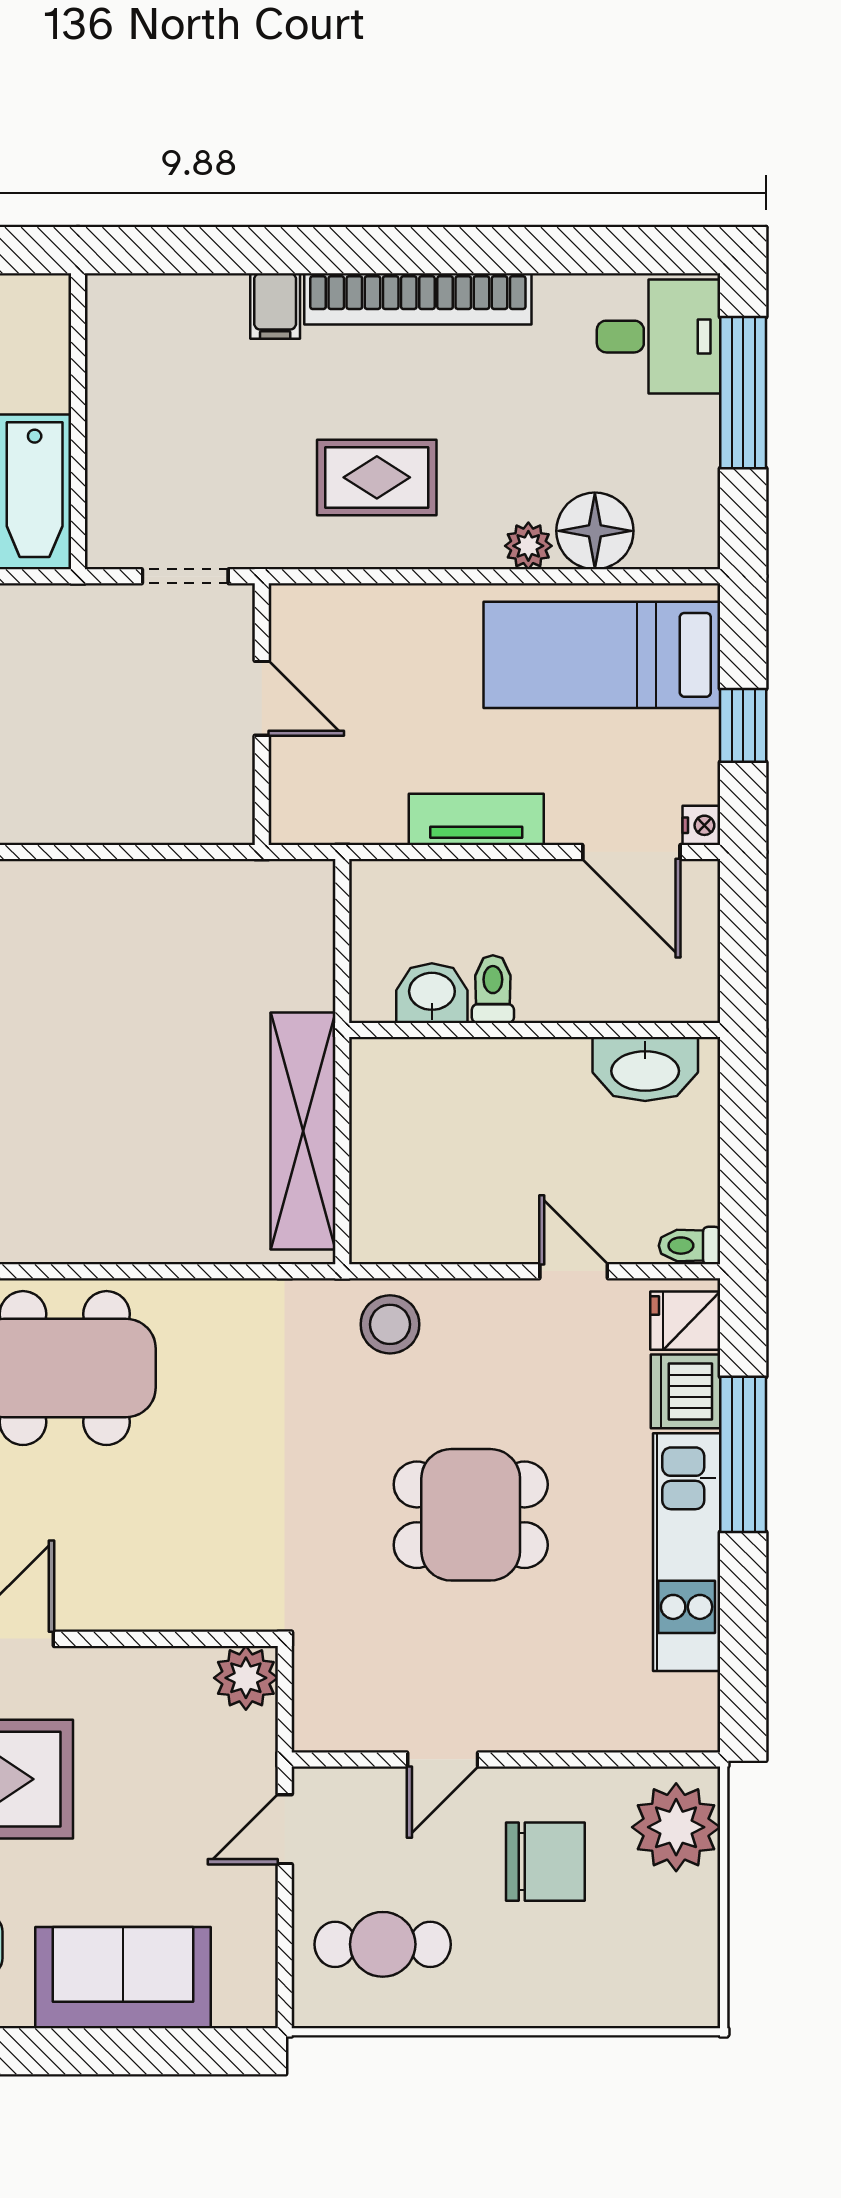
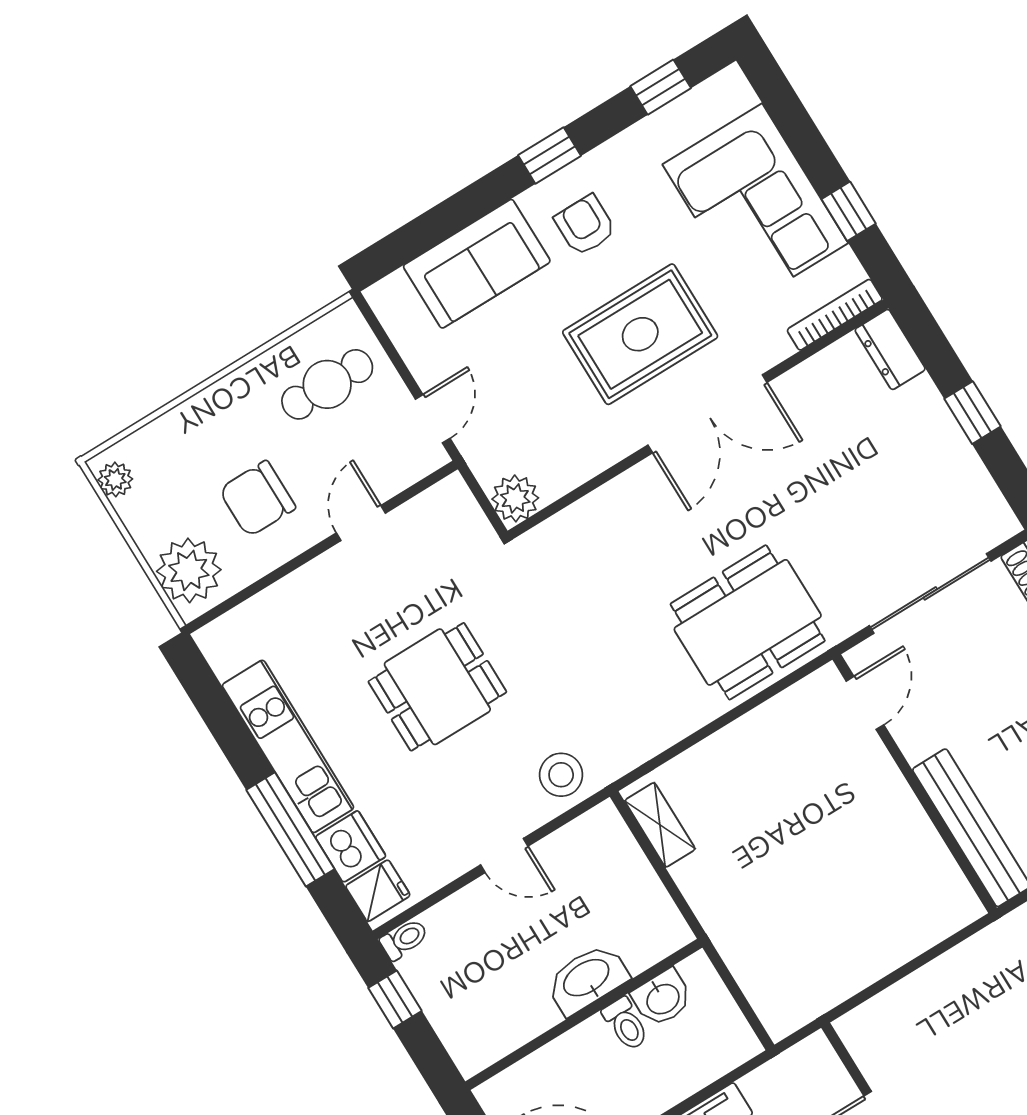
washbasin: (645, 1069) -> (587, 979), moved
shelving: (303, 1131) -> (660, 825), width x0.45, depth x0.75
window: (743, 1182) -> (395, 999), added
door: (574, 1271) -> (504, 855), moved
plant: (696, 1985) -> (115, 479), added

